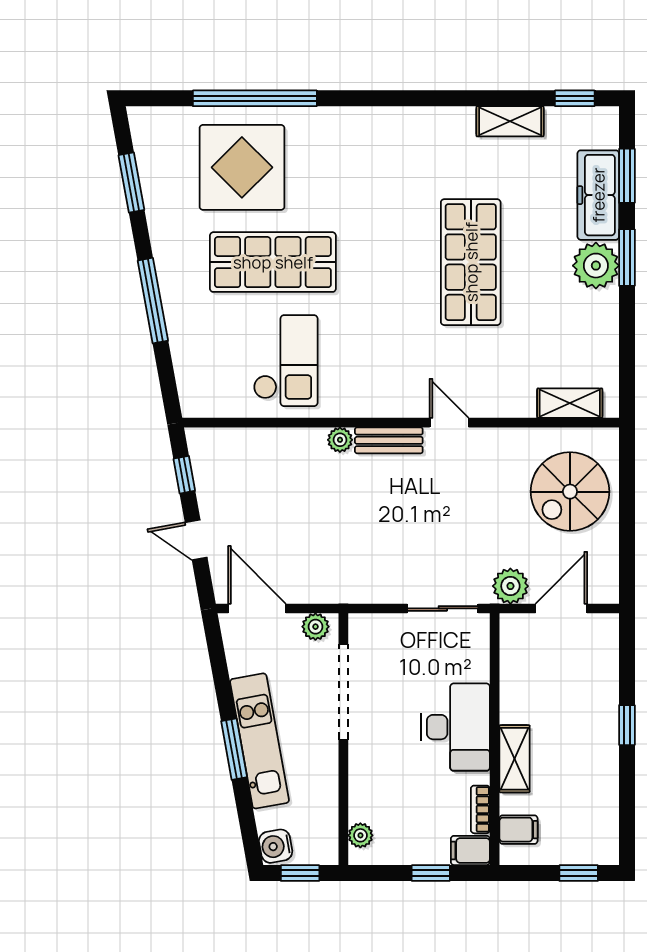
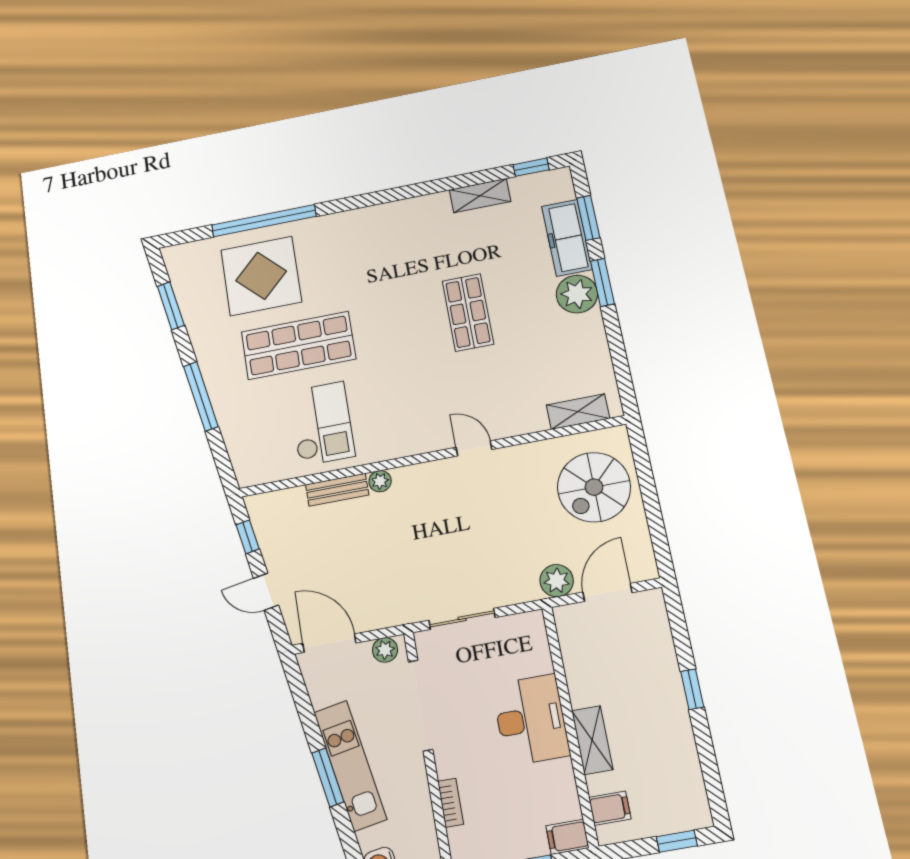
shop shelf: (471, 262) -> (468, 312), width x0.70, depth x0.74
bench: (389, 440) -> (337, 490), moved
sliding door: (443, 608) -> (462, 619), moved
bookcase: (480, 809) -> (451, 803), moved, turned 180
plant: (360, 835) -> (460, 840), removed

